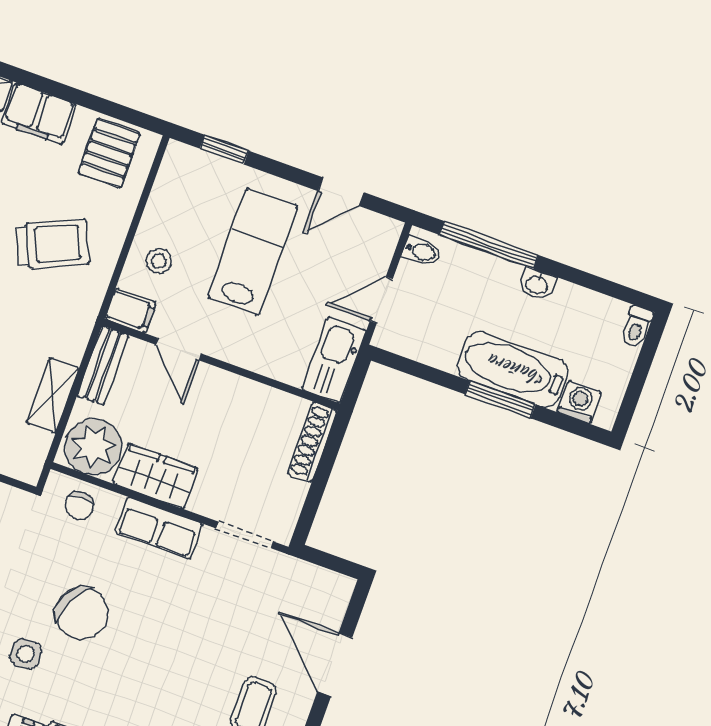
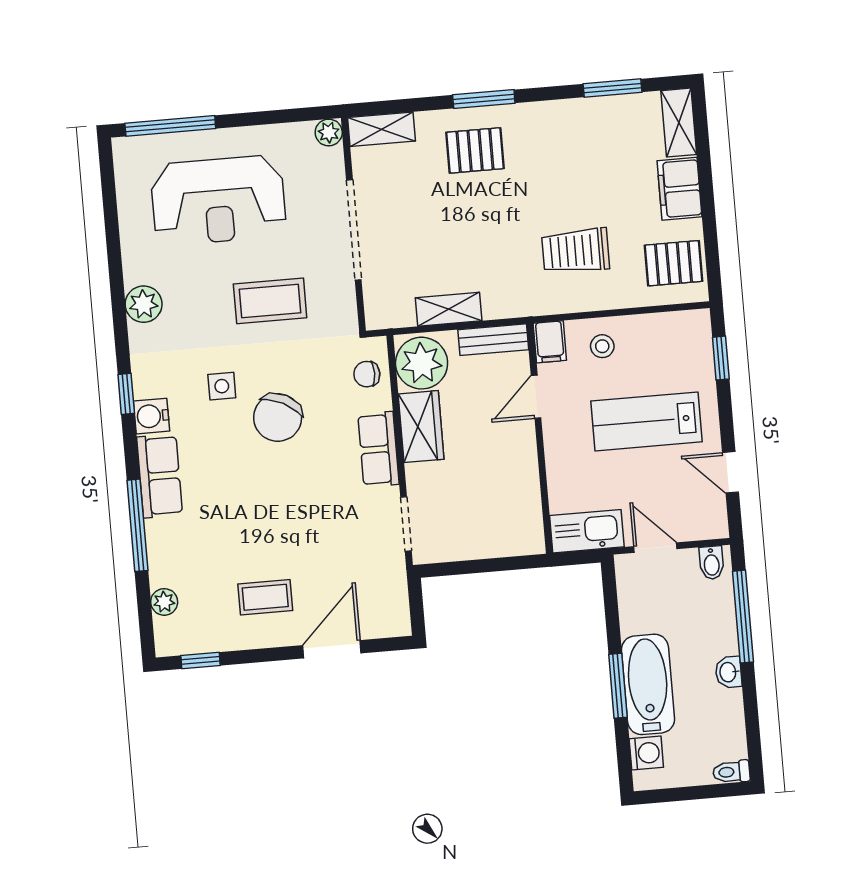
trolley: (53, 244) -> (576, 251), turned 114
lab bench: (253, 252) -> (646, 421), turned 180
shoe rack: (312, 442) -> (510, 545), removed

